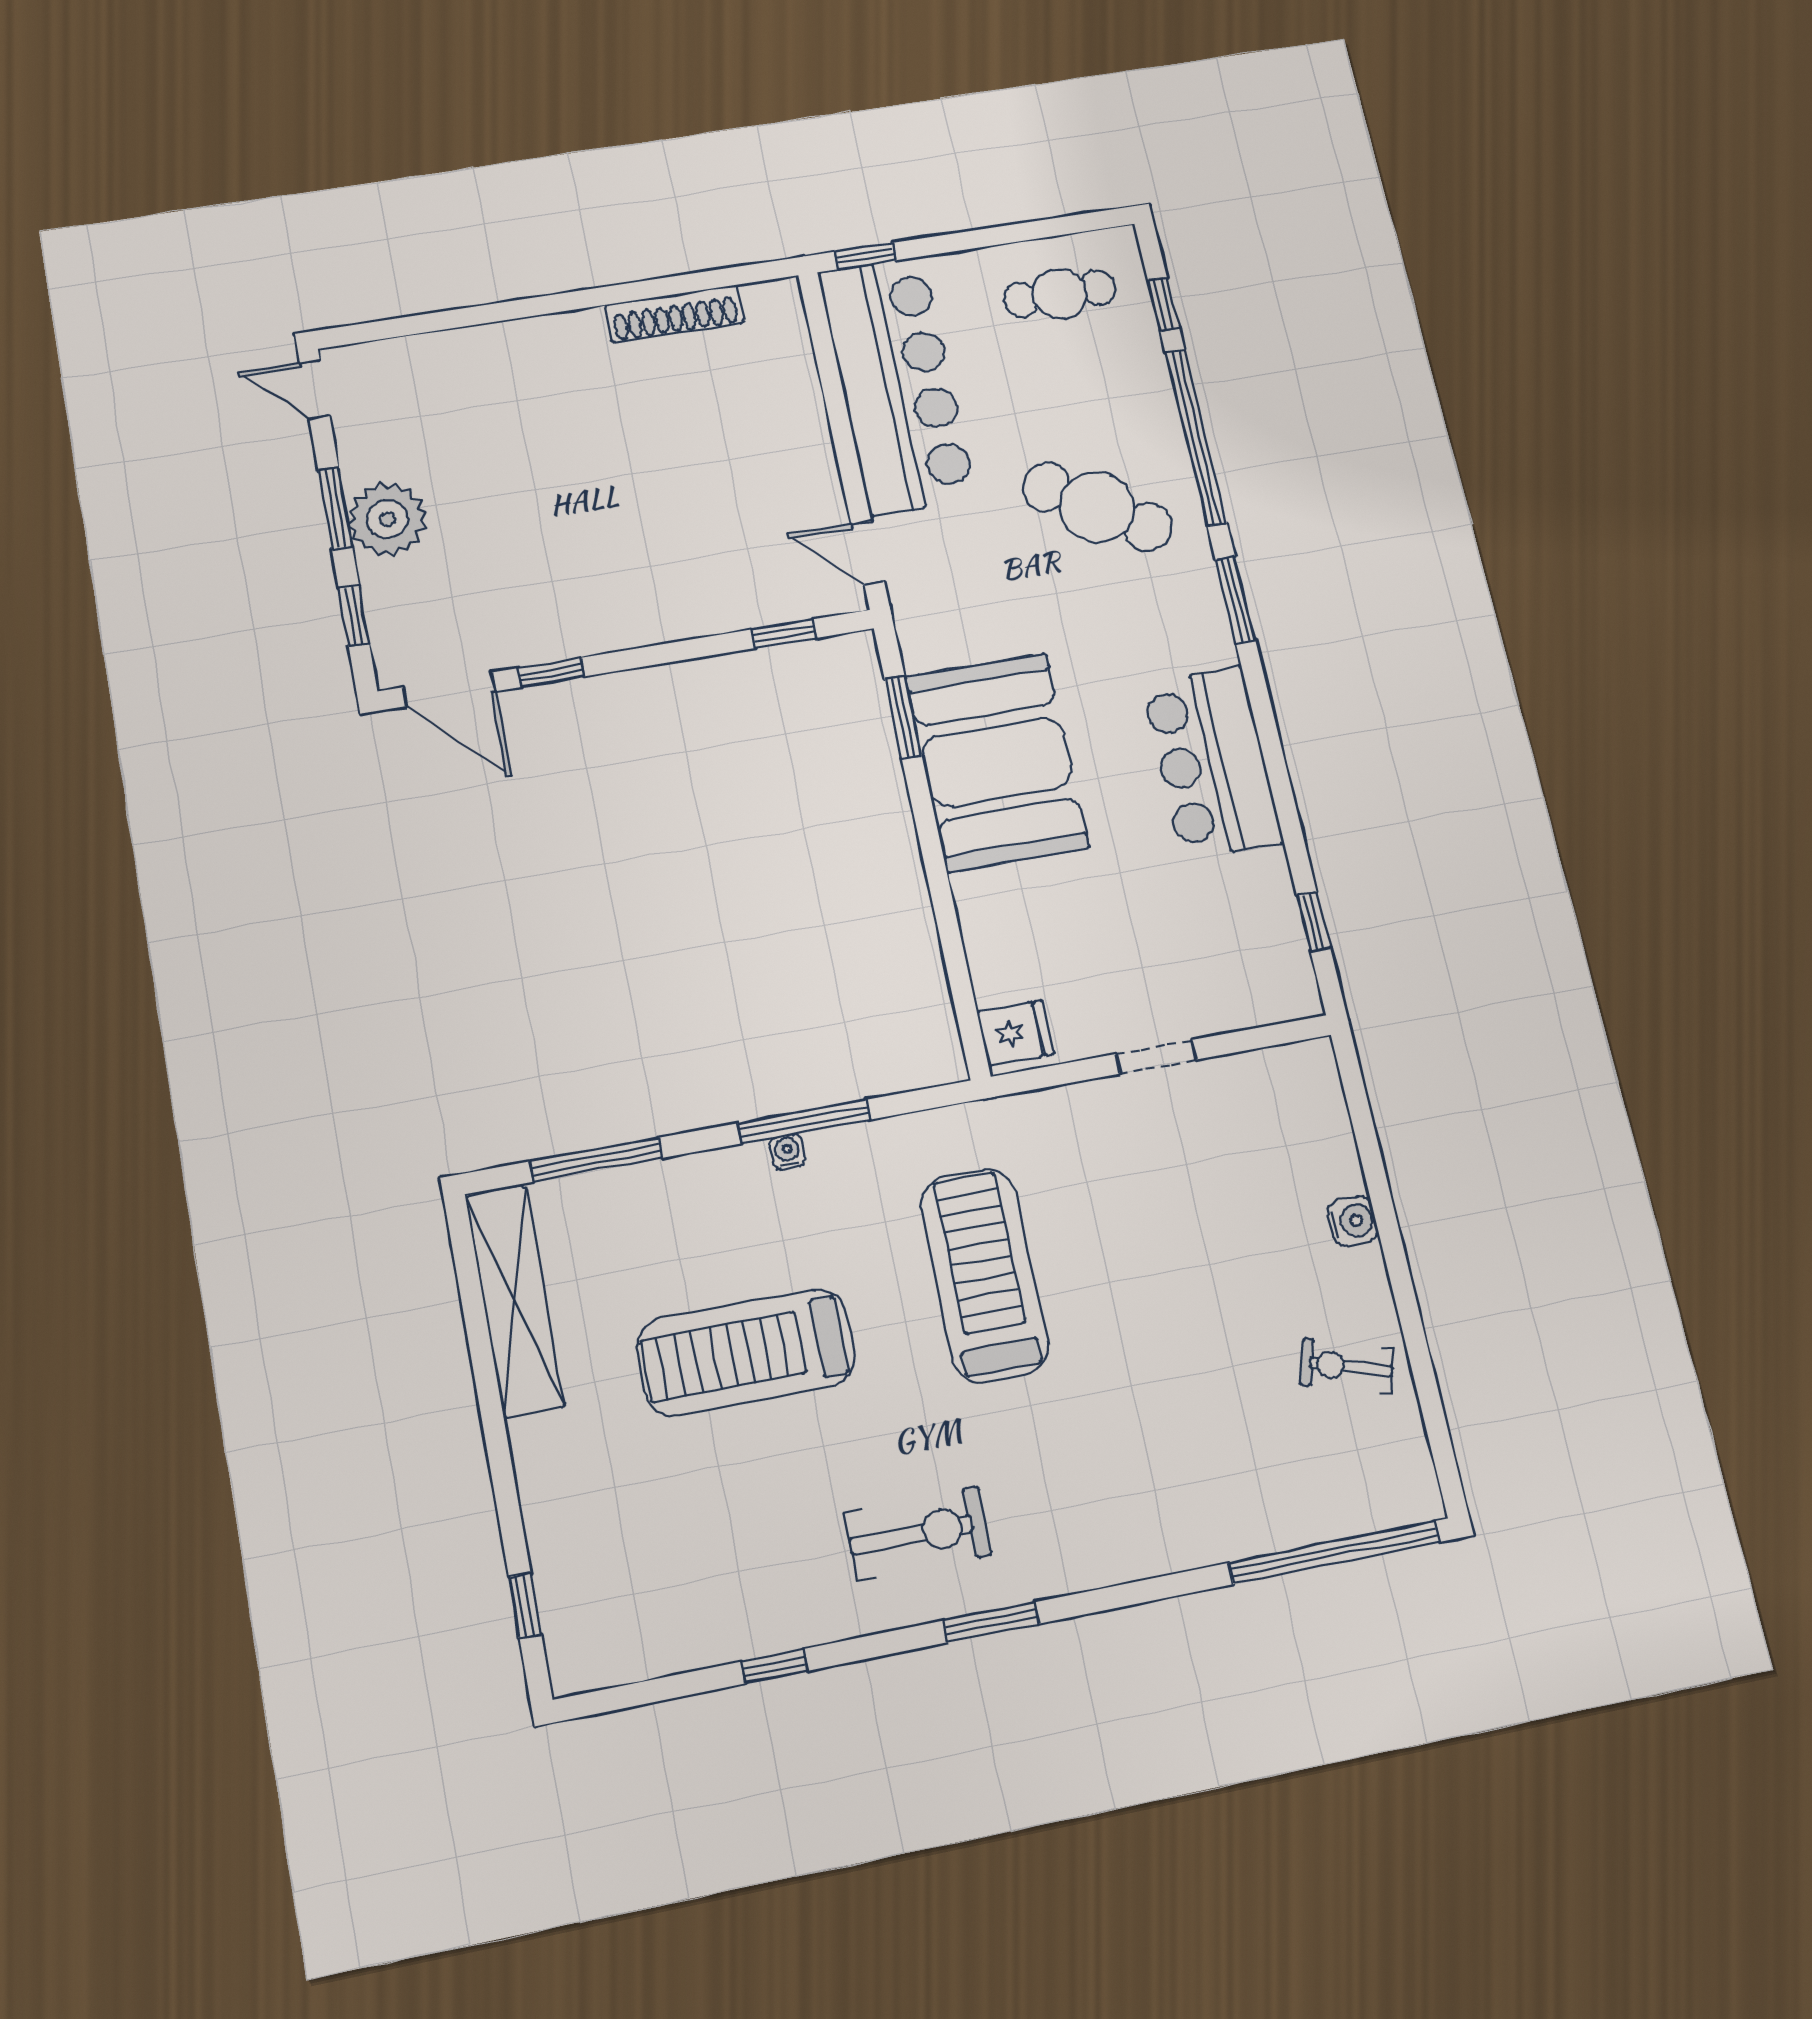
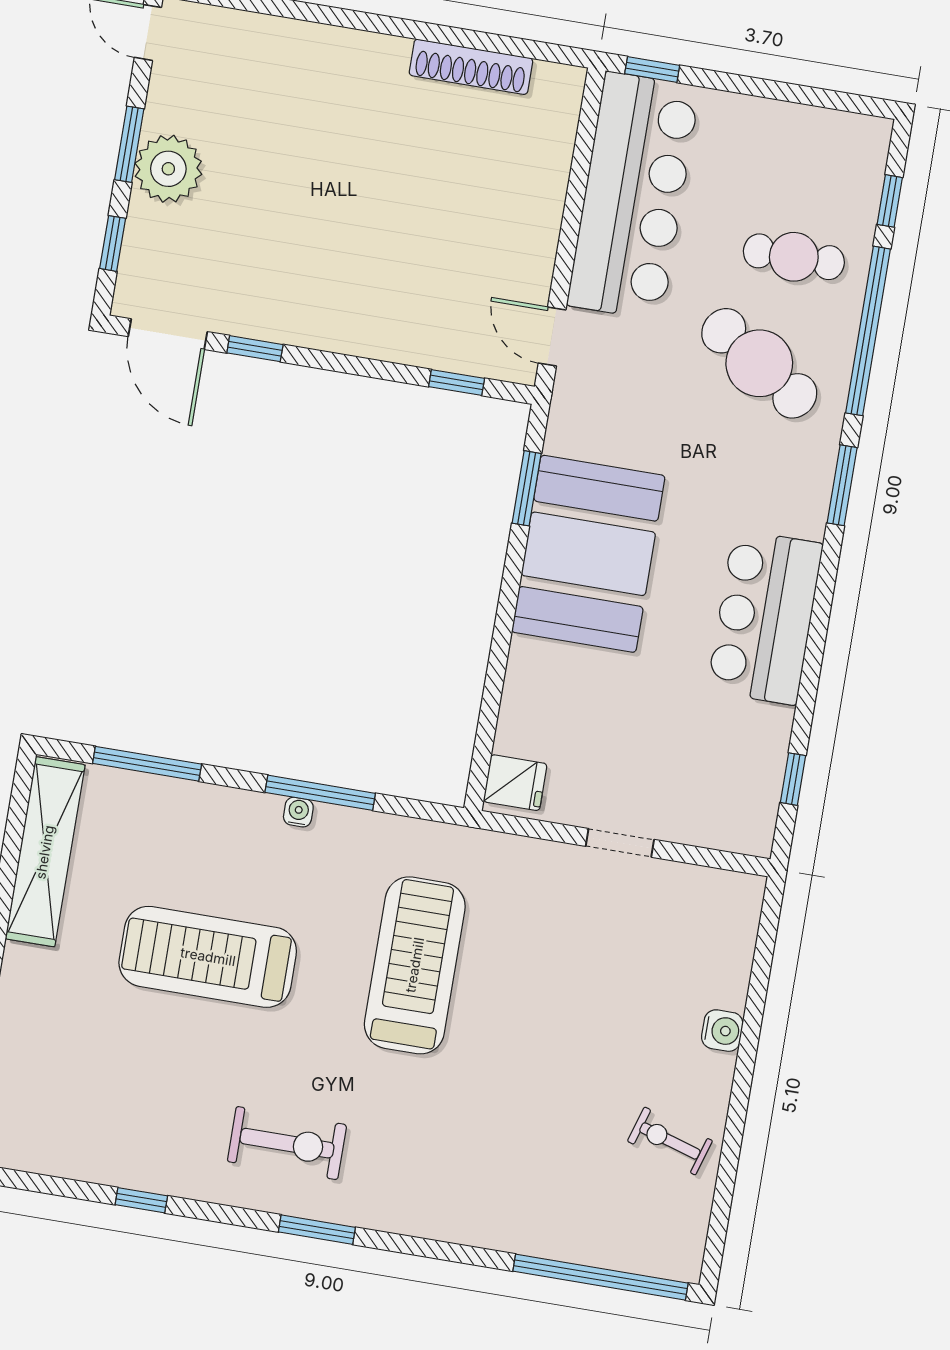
cafe table: (1060, 294) -> (794, 257), moved

